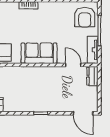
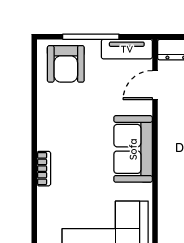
armchair: (85, 17) -> (66, 64), turned 90

